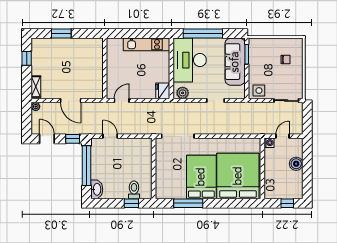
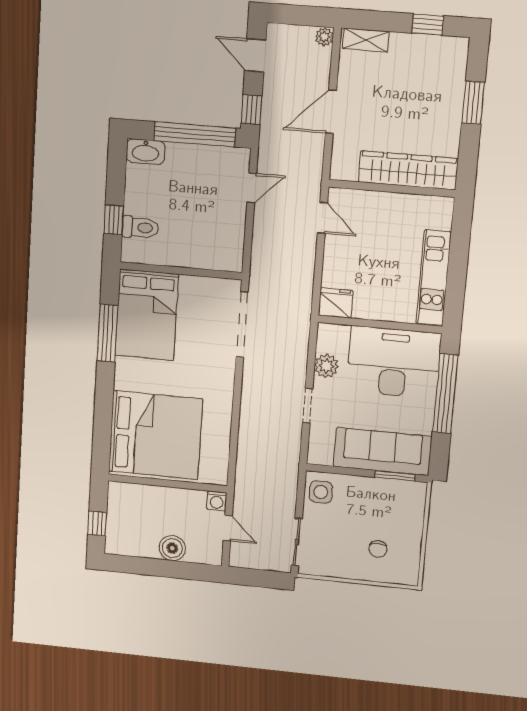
wardrobe: (96, 61) -> (408, 170), added
plant: (183, 93) -> (326, 366), moved
door: (47, 139) -> (255, 55), swing flipped
bed: (201, 177) -> (147, 315), moved, turned 90

